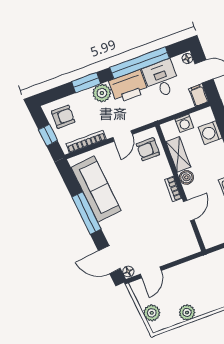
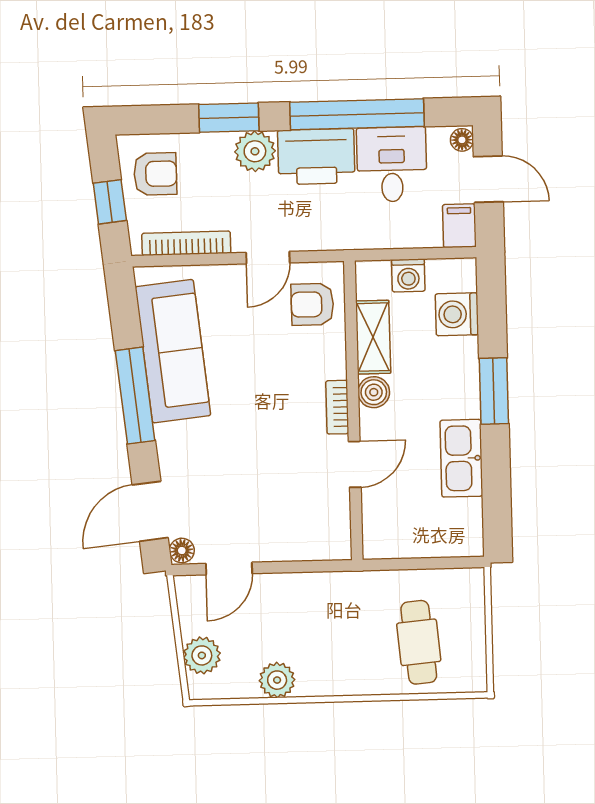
door: (109, 260) -> (150, 511), hinge flipped

